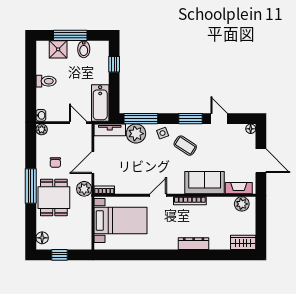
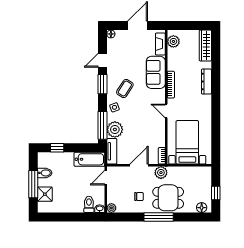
toilet: (46, 81) -> (89, 204), moved
door: (93, 163) -> (139, 165), swing flipped
wardrobe: (243, 242) -> (205, 46), width x1.50

